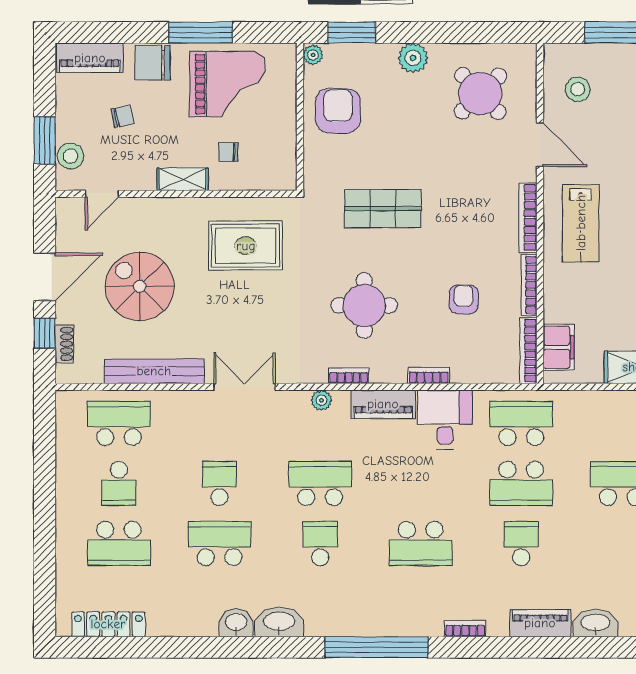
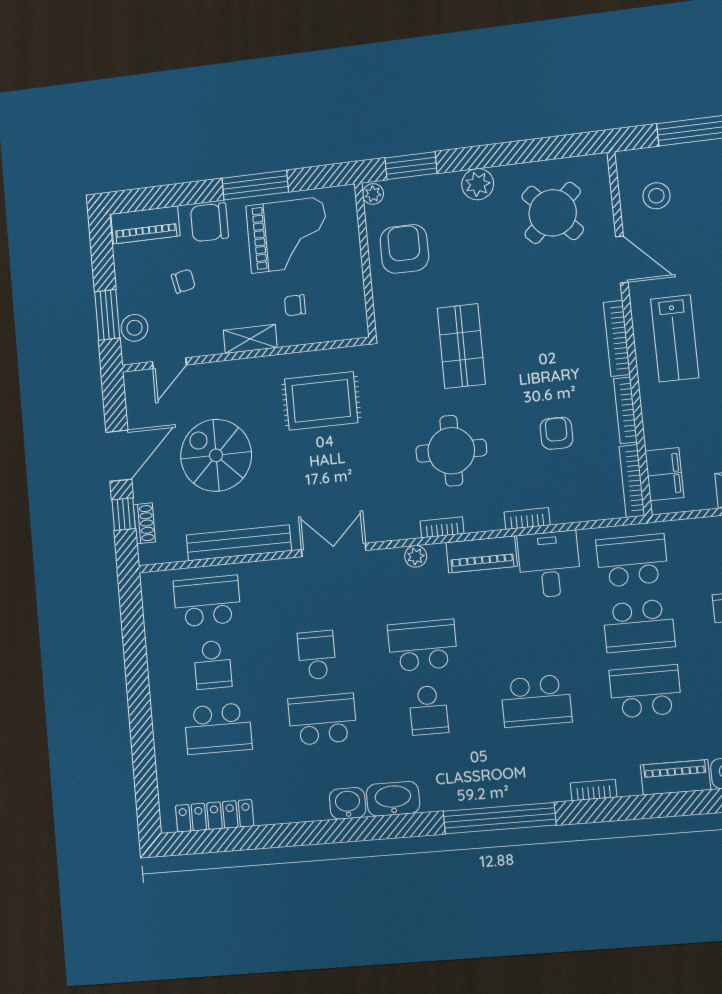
shop shelf: (383, 209) -> (461, 346), turned 90
school desk: (320, 543) -> (429, 710), turned 180
school desk: (521, 543) -> (645, 691), width x1.85

